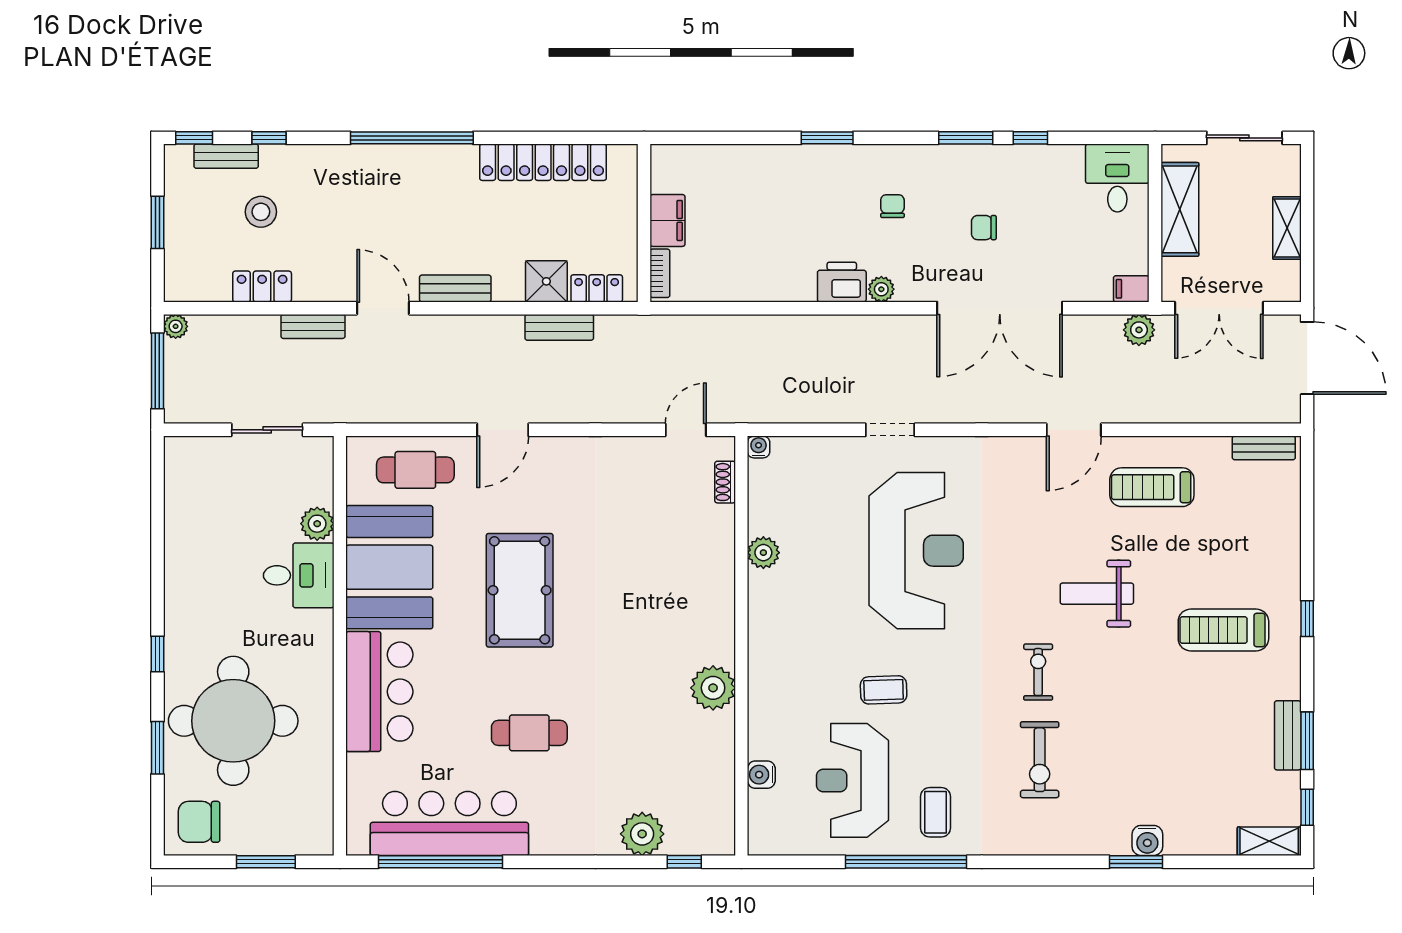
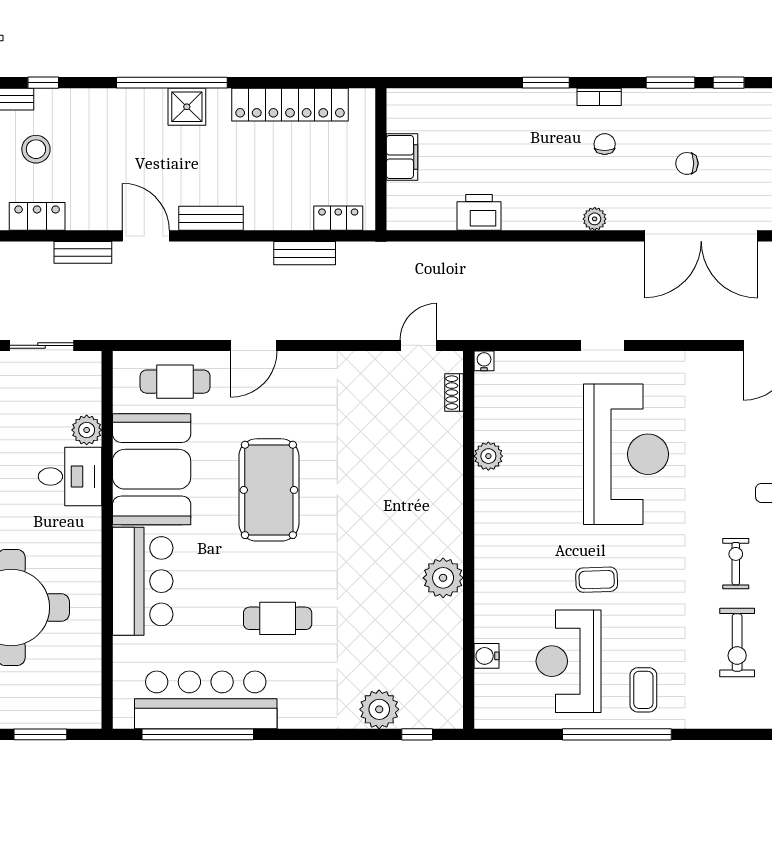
bookcase: (660, 273) -> (599, 97), moved, turned 90
shower: (546, 281) -> (187, 107), moved
printer: (842, 282) -> (479, 212), moved

